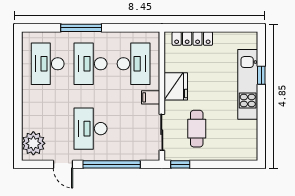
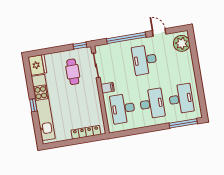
window: (81, 28) -> (183, 123), moved
window: (261, 75) -> (33, 105), moved
kitchen unit: (248, 84) -> (43, 107), width x1.36
fridge: (176, 86) -> (37, 65), moved, turned 180
desk: (91, 129) -> (145, 60), turned 180

